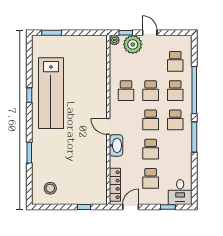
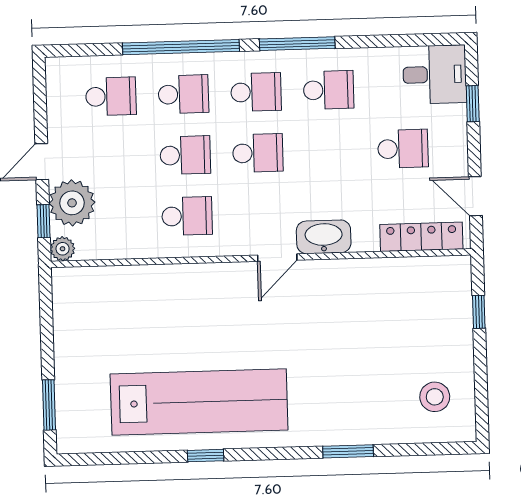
school desk: (151, 149) -> (329, 90), moved

